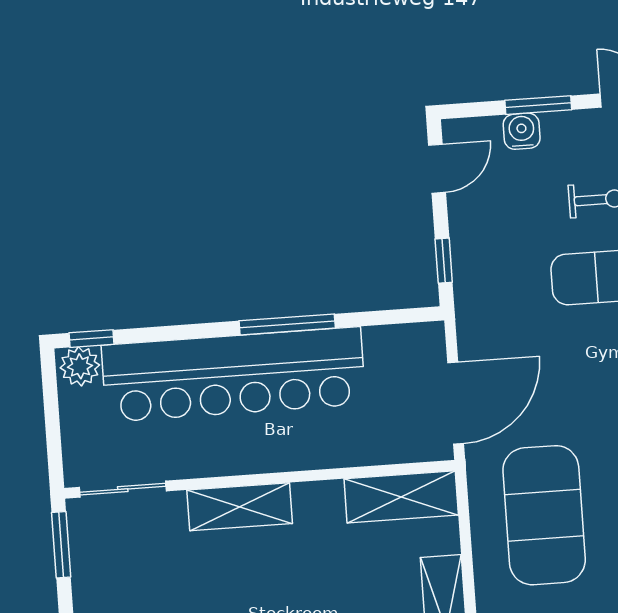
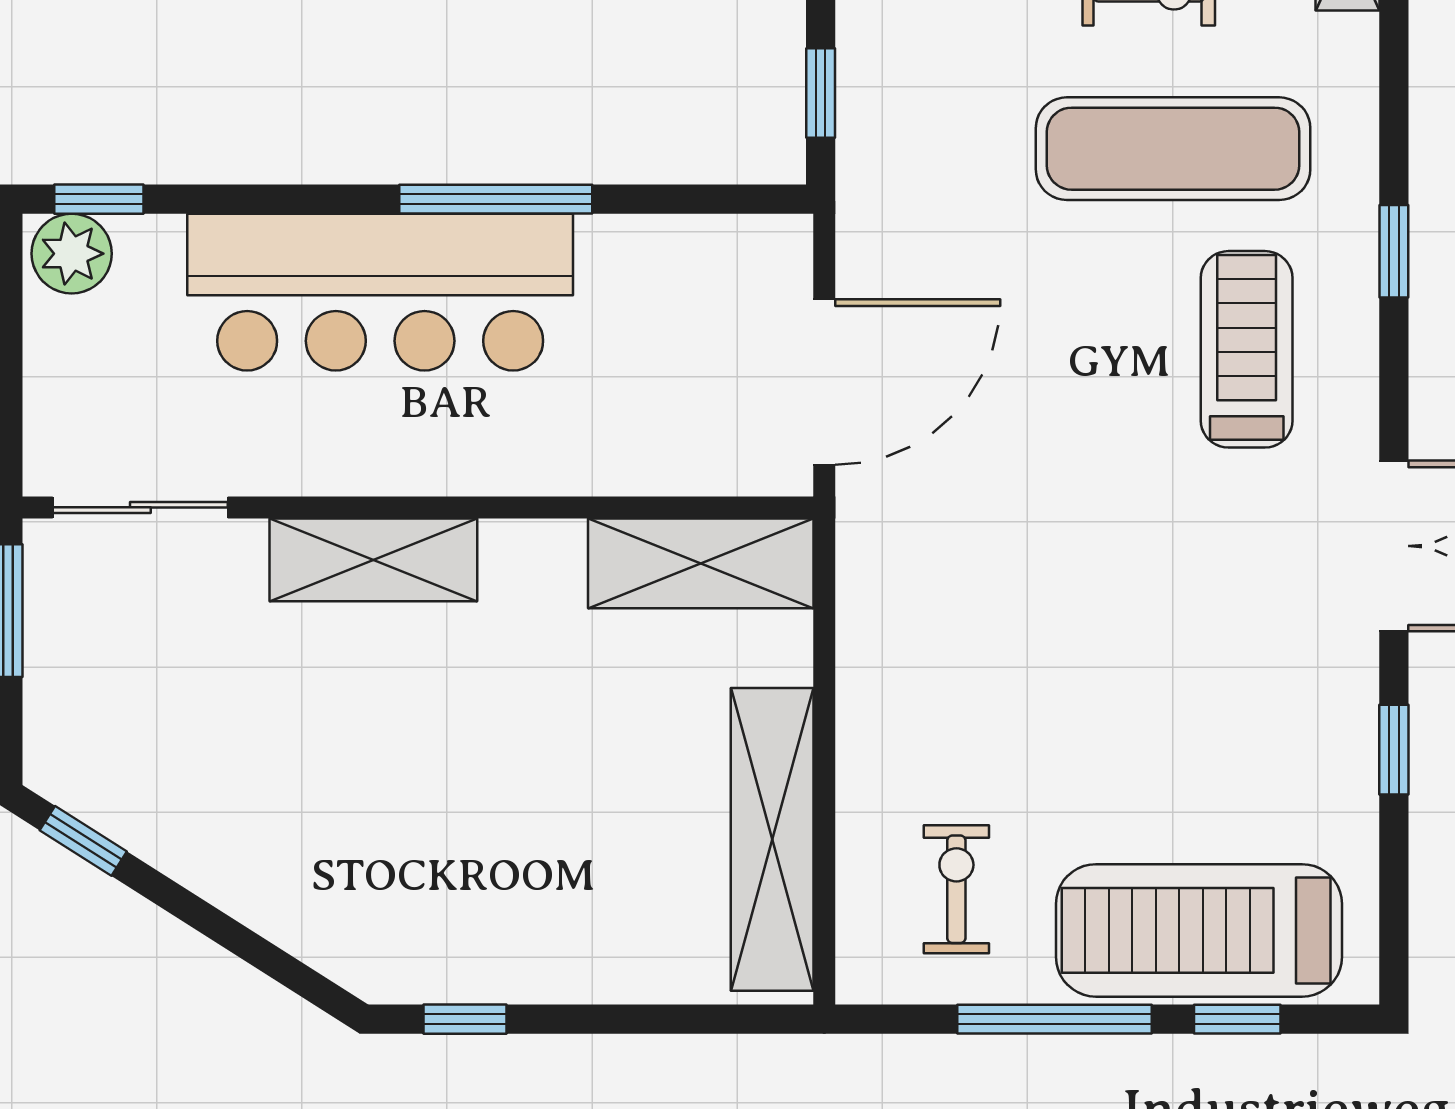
bar counter: (233, 374) -> (380, 292), width x0.73
exercise mat: (544, 515) -> (986, 621), removed

